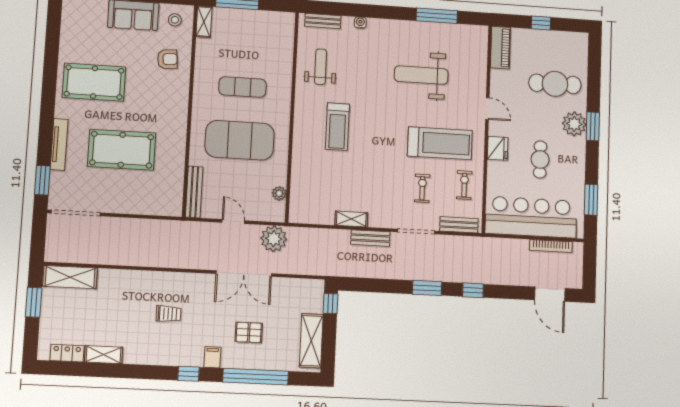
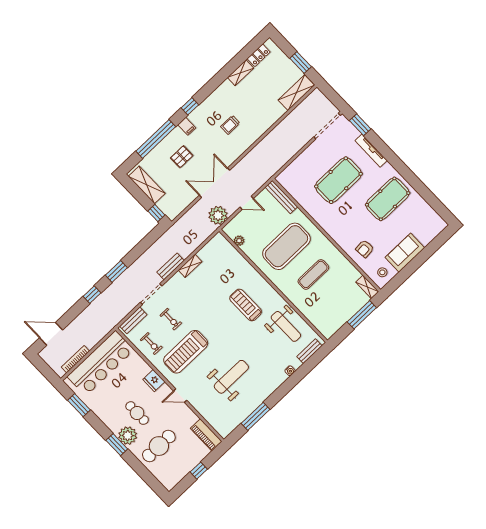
weight bench: (321, 67) -> (286, 326), width x1.36, depth x1.33
cafe table: (540, 159) -> (137, 413), moved

